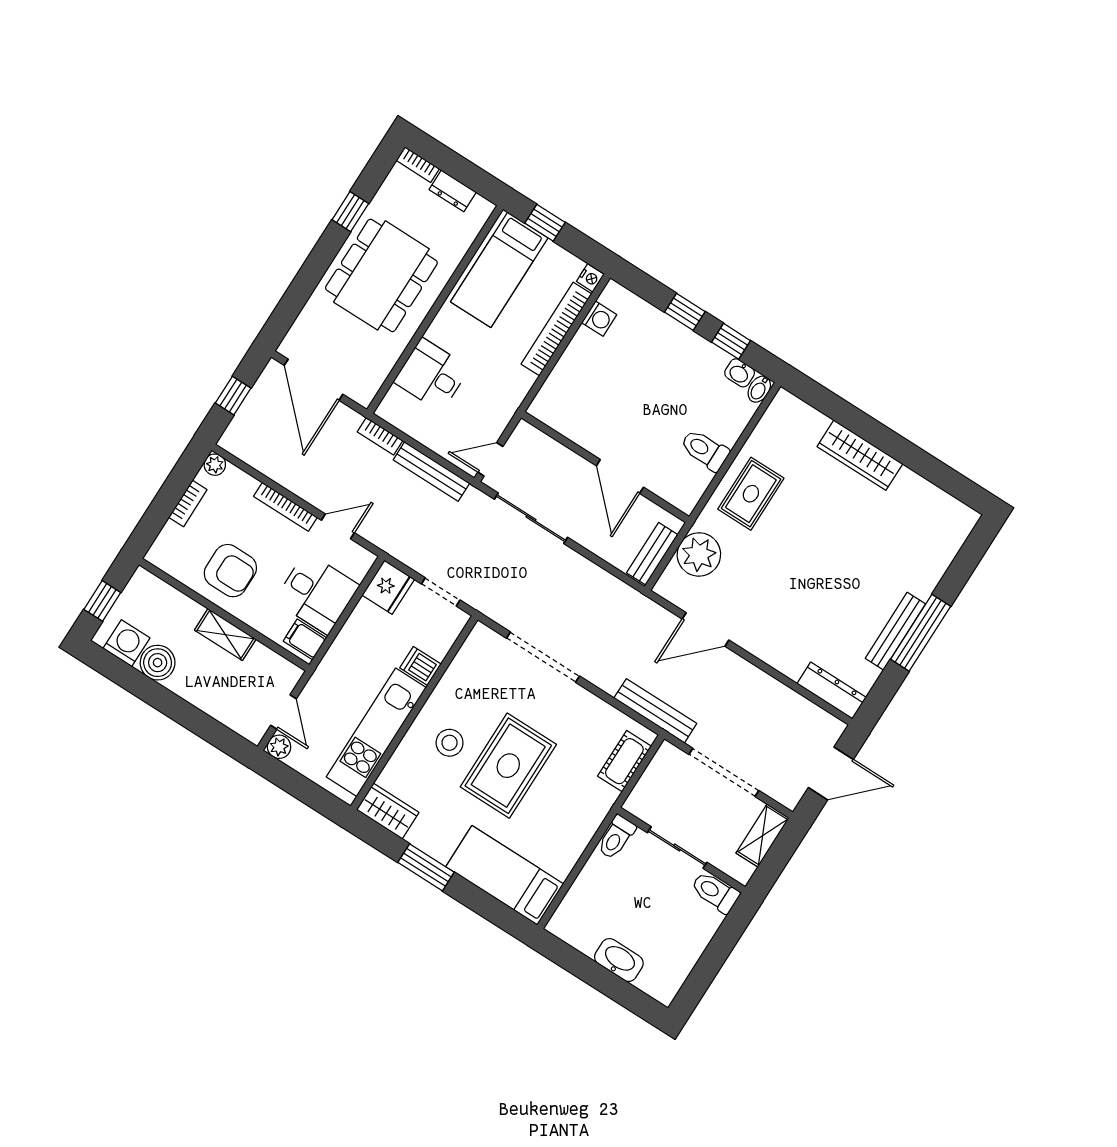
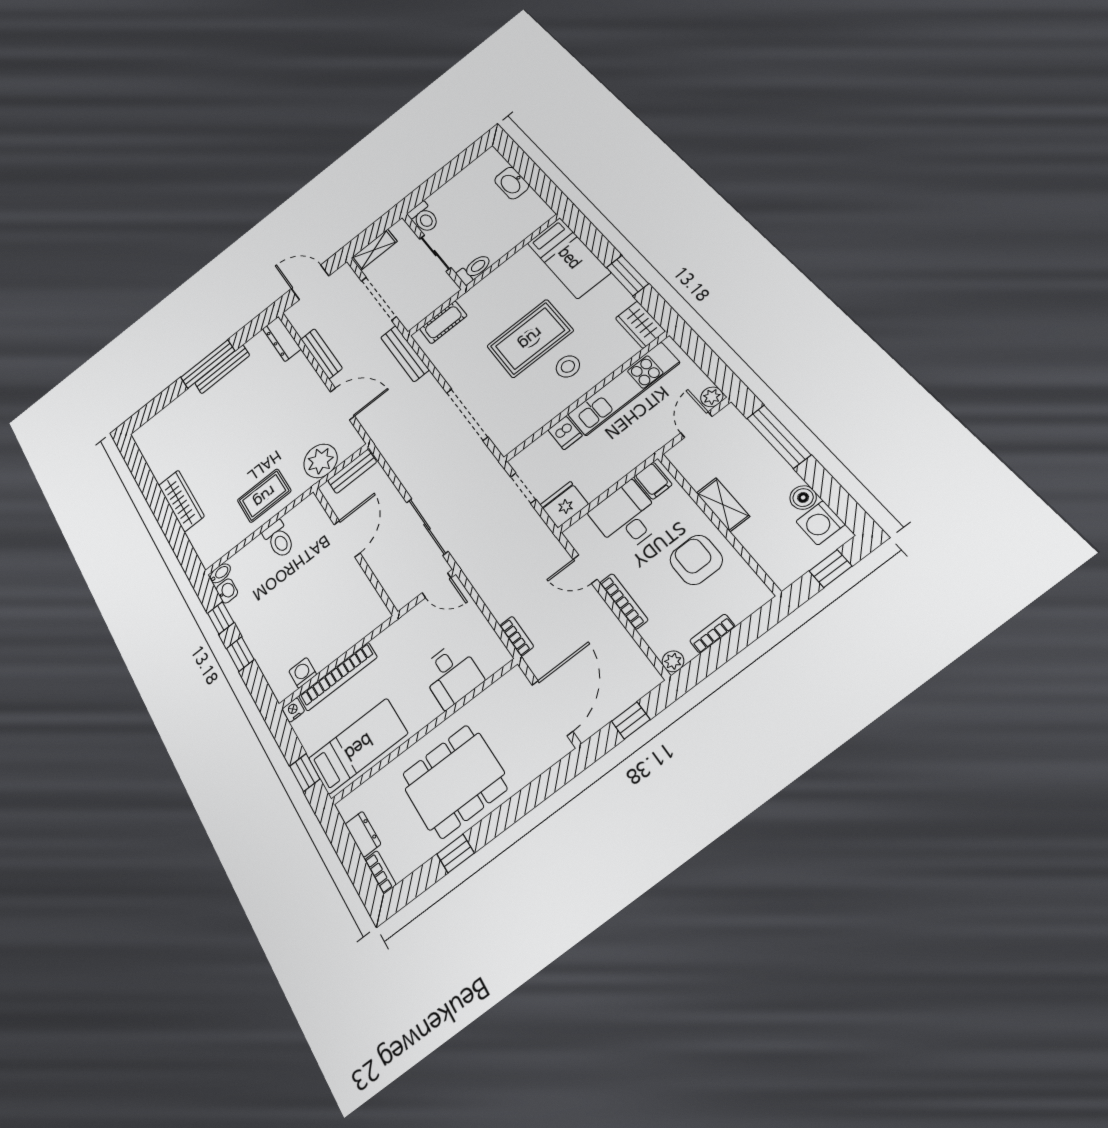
bench: (431, 472) -> (321, 354), moved
boiler: (158, 663) -> (803, 498), width x0.73, depth x0.73
window: (197, 721) -> (779, 436), added

